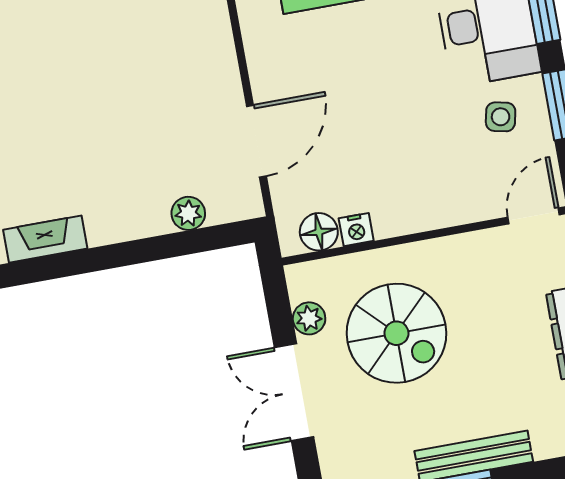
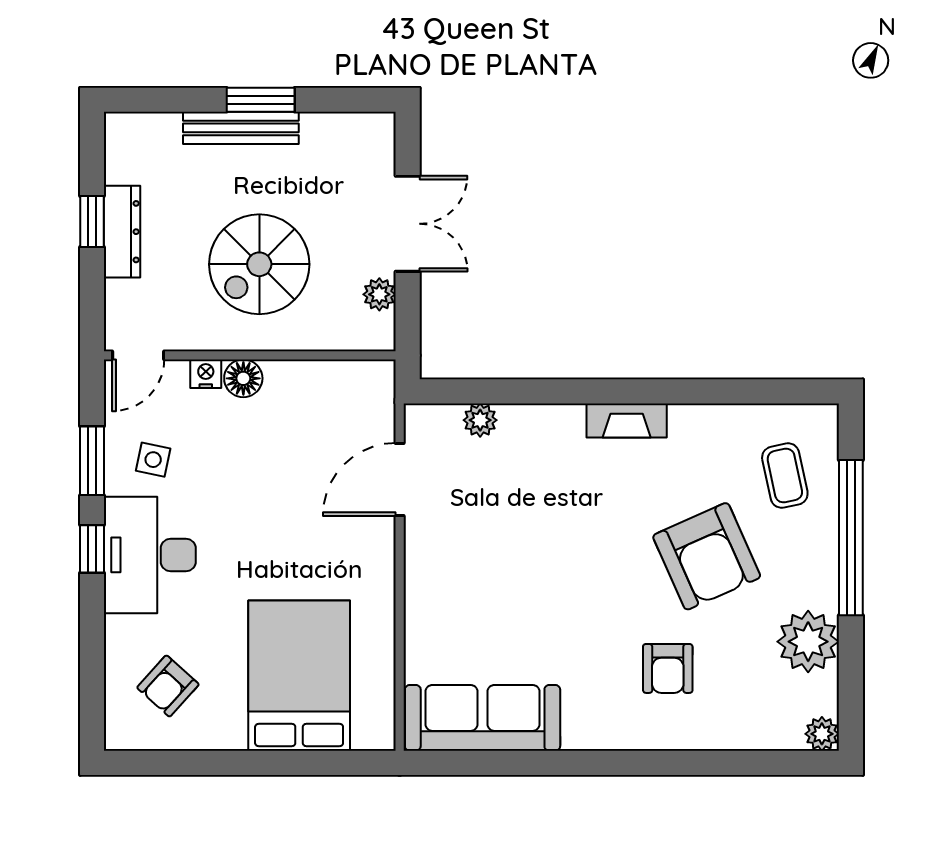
nightstand: (356, 230) -> (206, 374), moved
floor lamp: (319, 232) -> (243, 378), moved
spiral stairs: (396, 333) -> (259, 264), moved, turned -90

